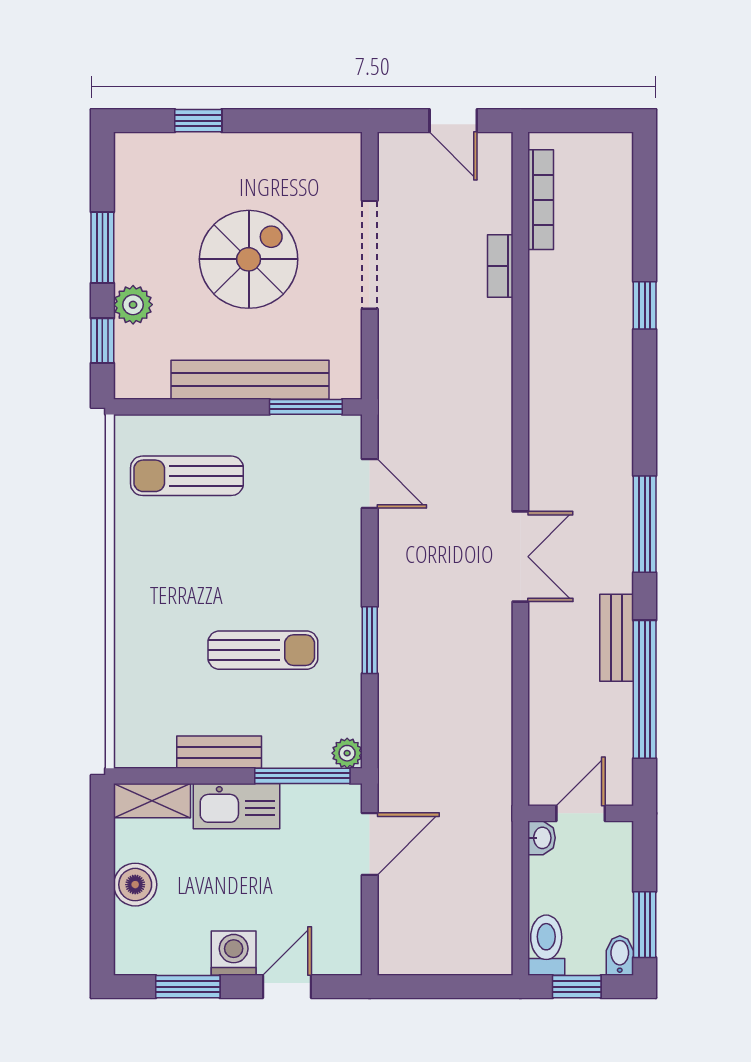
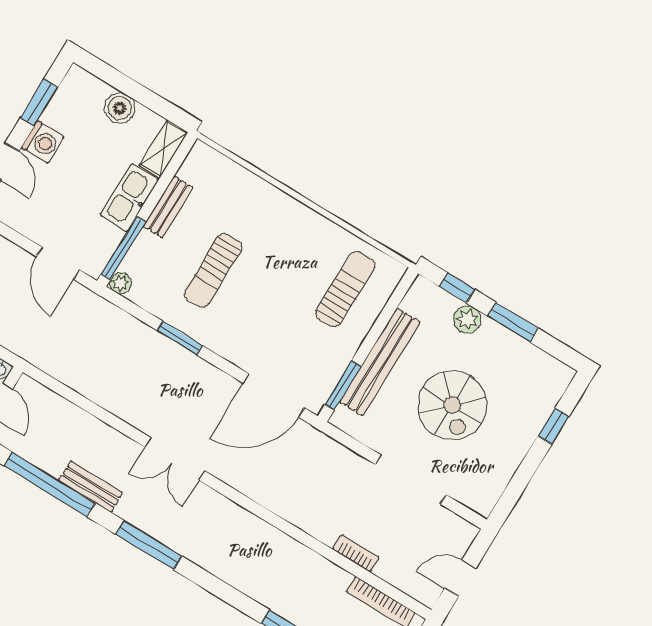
door: (370, 483) -> (274, 396), width x1.87

